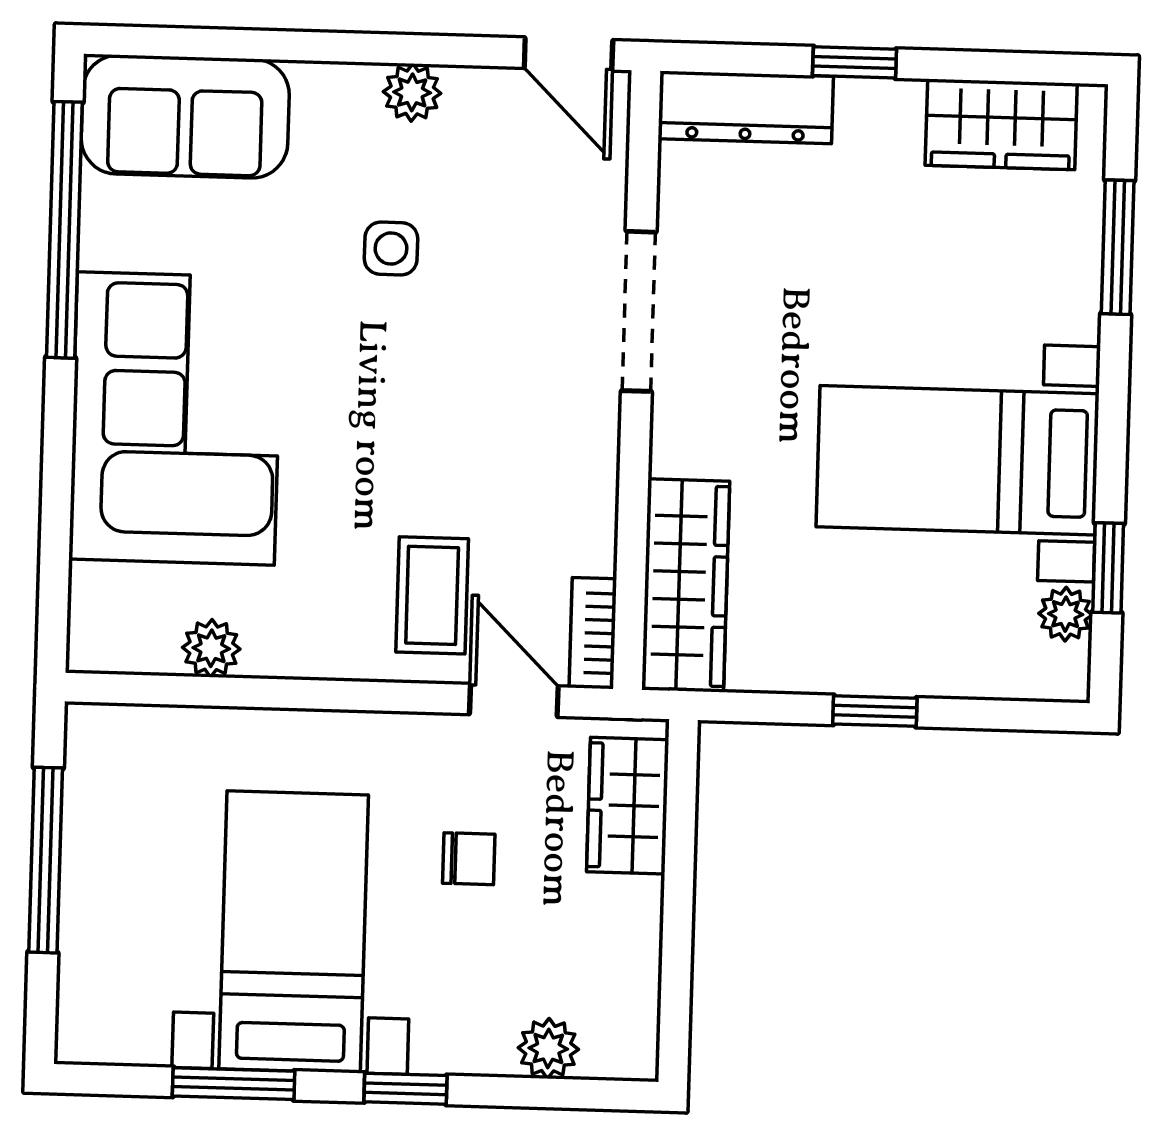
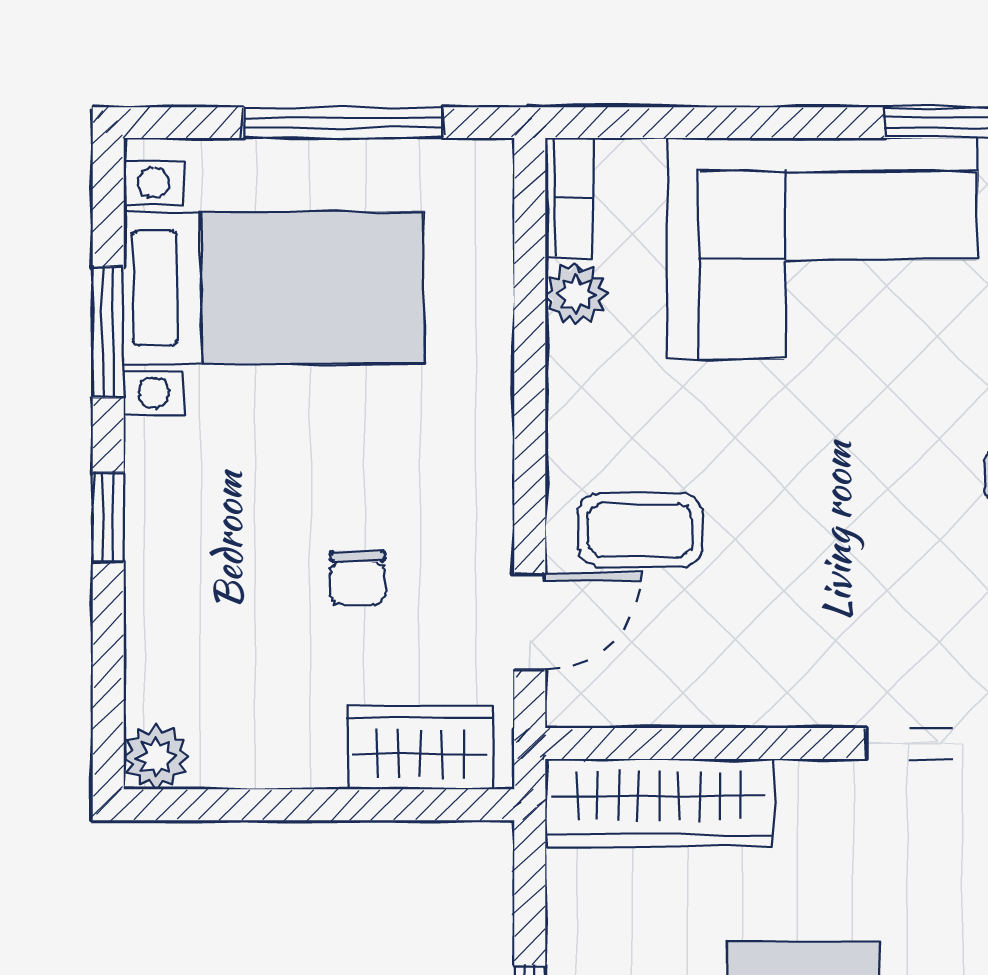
bookcase: (593, 633) -> (569, 197), moved, turned 90
bed with nightstands: (294, 932) -> (273, 288), moved
plant: (548, 1048) -> (156, 757), moved

